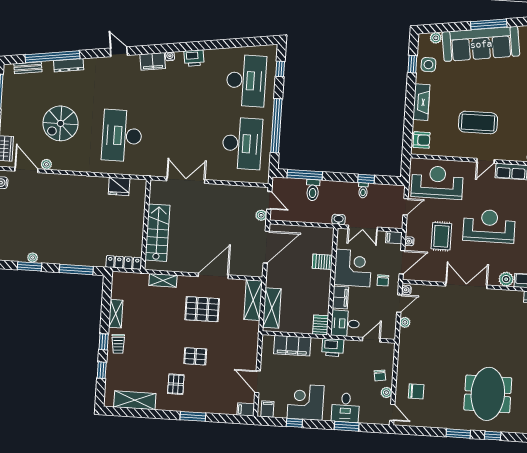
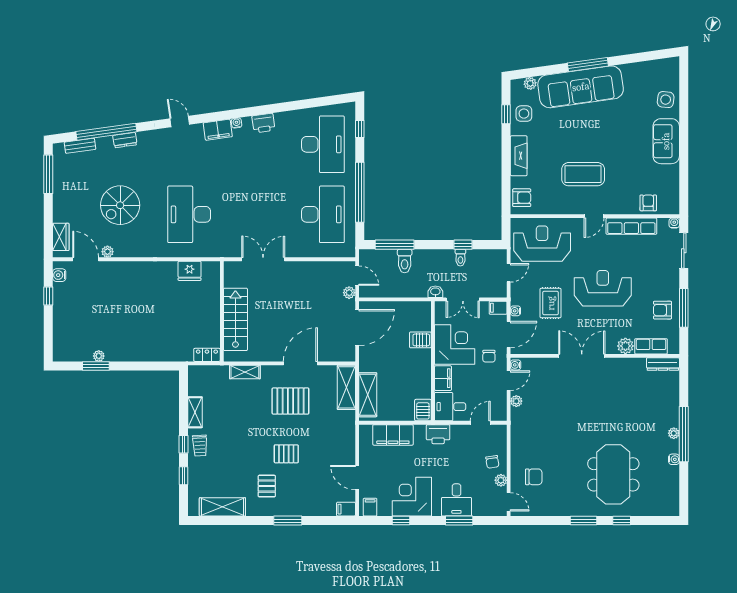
dresser: (69, 65) -> (125, 140), width x0.70
locker: (124, 262) -> (207, 355), width x0.66
window: (76, 269) -> (148, 366), removed

